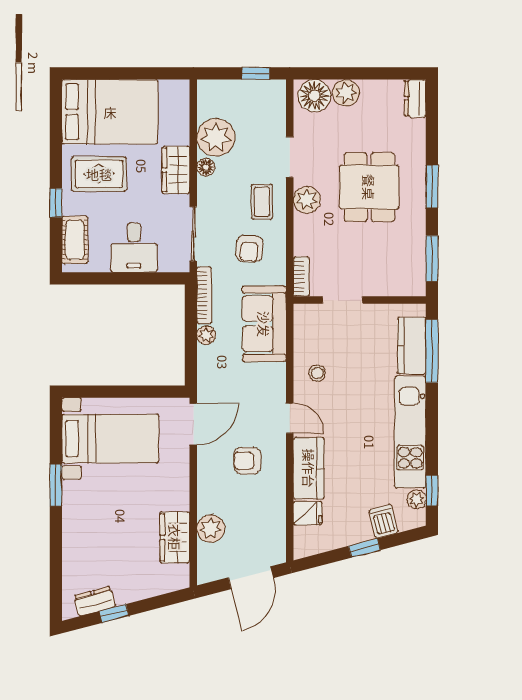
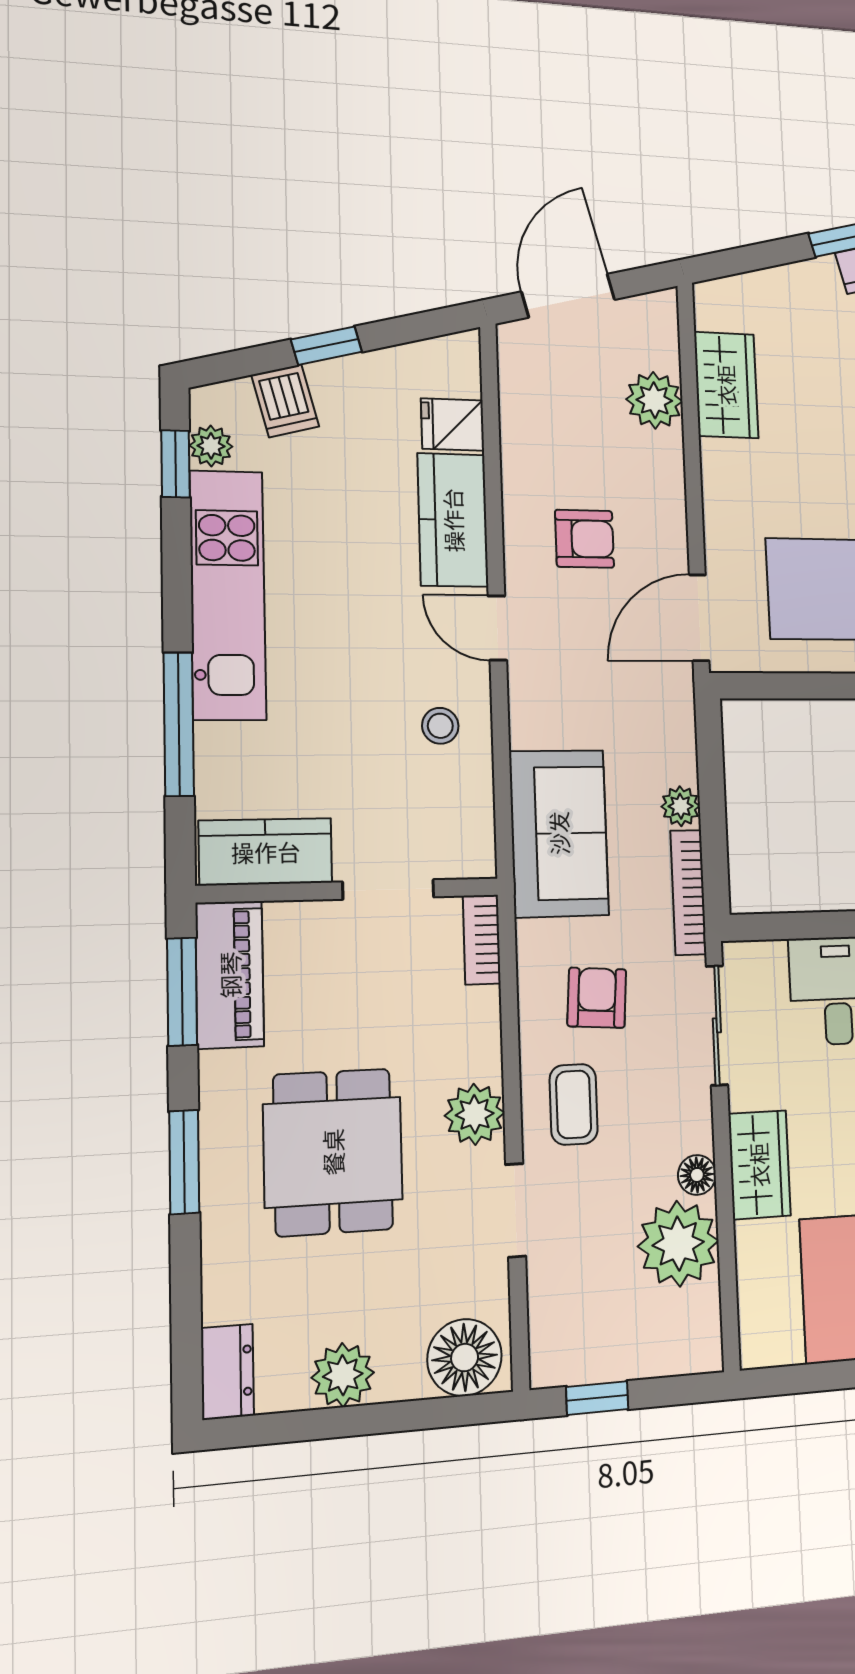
plant: (346, 93) -> (343, 1375), moved
piano: (412, 265) -> (230, 975), added
kitchen counter: (412, 346) -> (266, 852), moved, turned -90
window: (432, 351) -> (179, 724), moved

